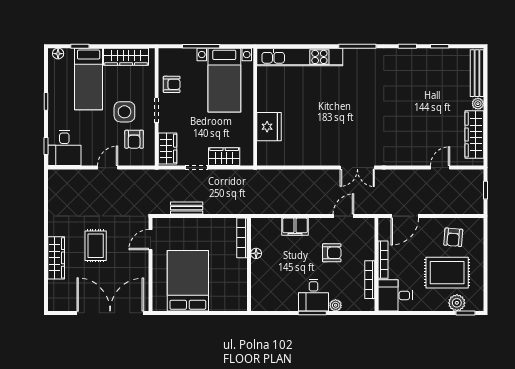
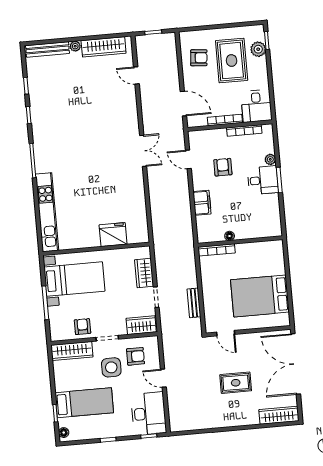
wardrobe: (126, 57) -> (72, 351), moved, turned 90
desk: (64, 148) -> (149, 414), width x1.37
wardrobe: (56, 258) -> (279, 415), moved

